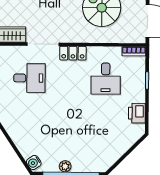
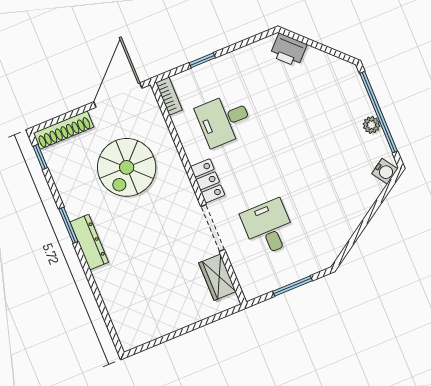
desk: (106, 79) -> (224, 120), turned 180
printer: (137, 113) -> (288, 50), moved, turned 45

